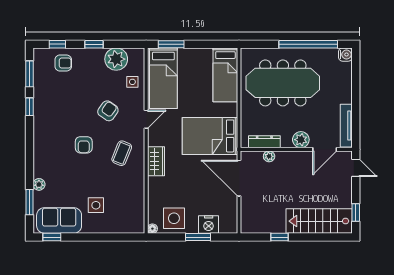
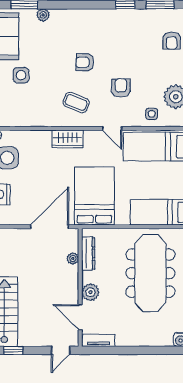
armchair: (108, 111) -> (121, 88), turned -125
tv unit: (346, 126) -> (99, 340), width x0.71

